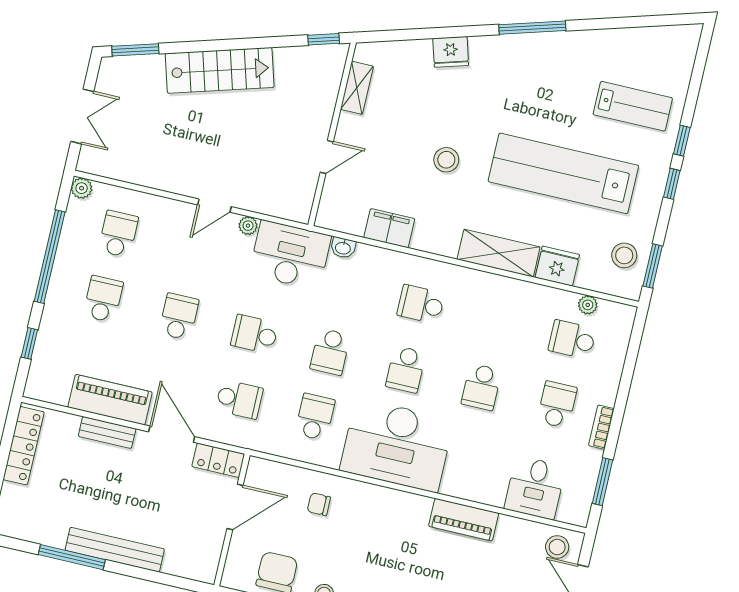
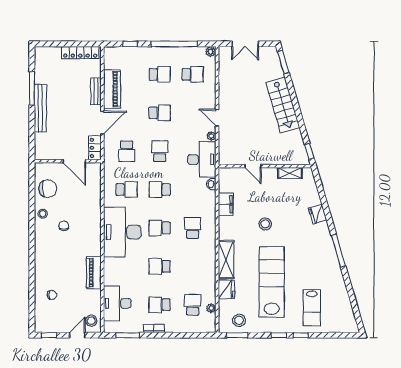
school desk: (557, 405) -> (160, 305), turned 180
desk: (535, 488) -> (117, 303), width x1.37
chair: (319, 504) -> (64, 226), moved

